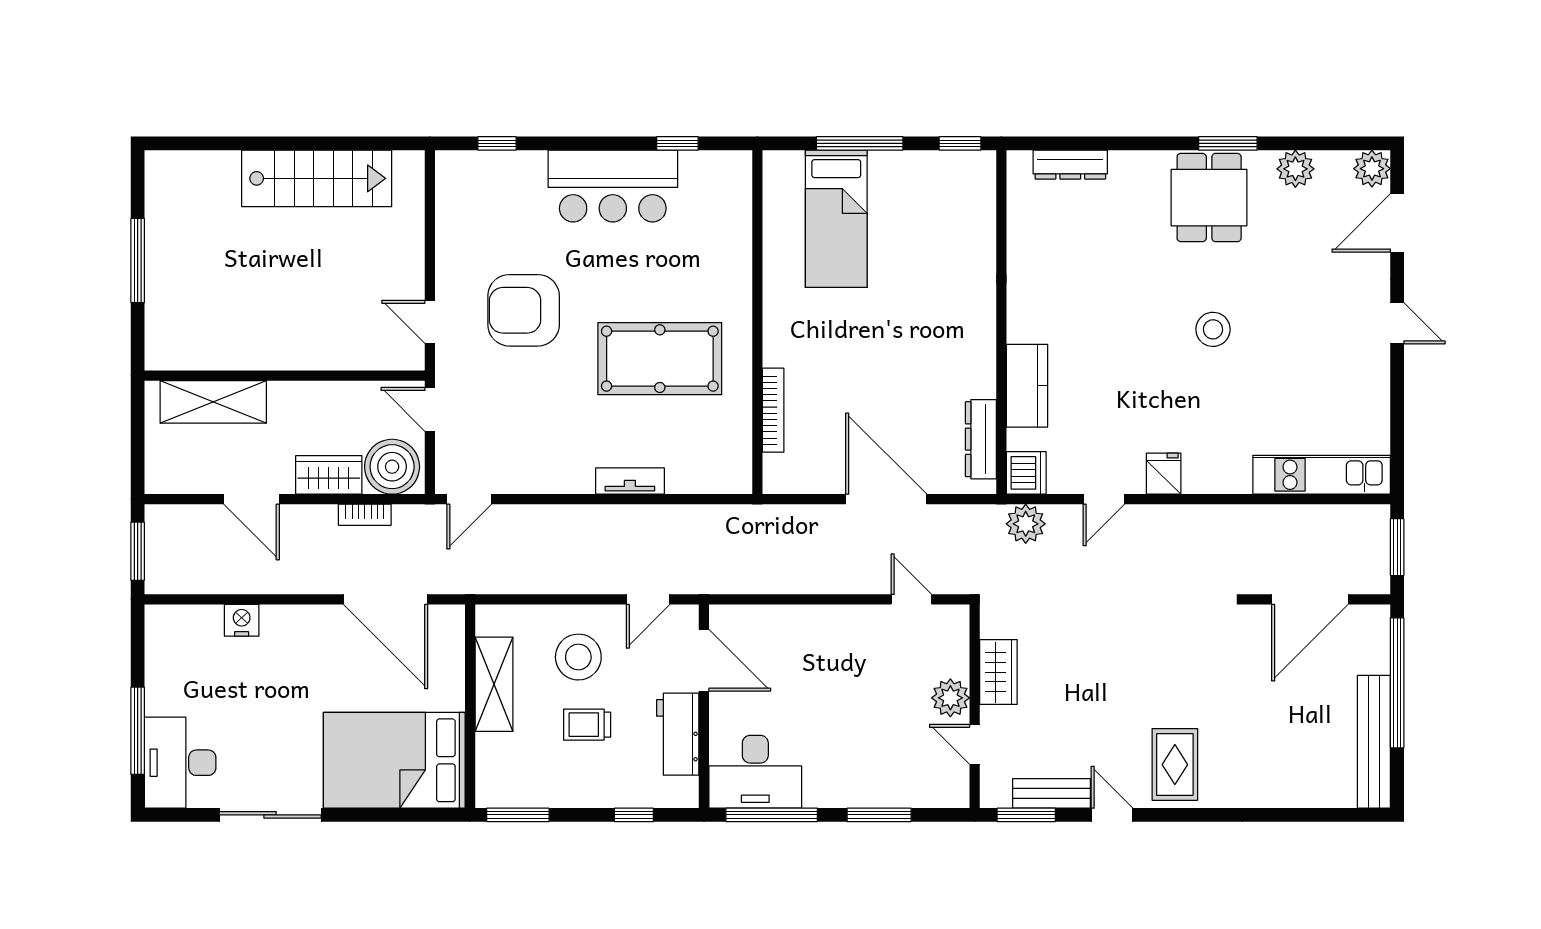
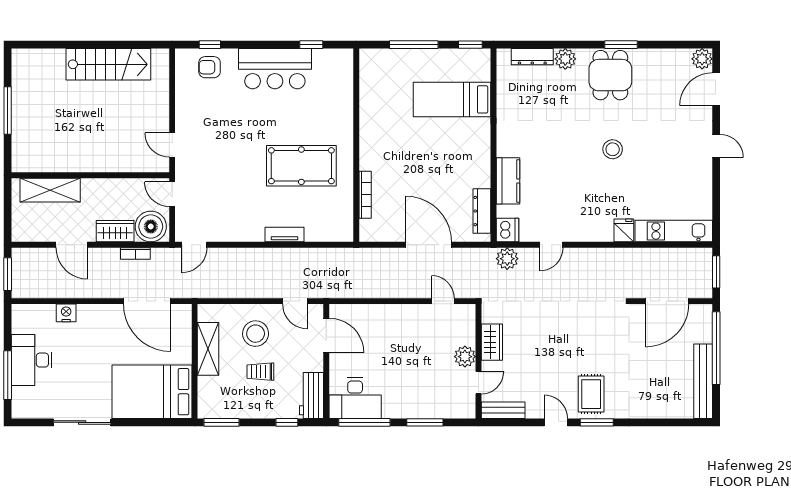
plant: (1295, 169) -> (565, 59), moved
bed: (836, 219) -> (452, 99), moved, turned 90
armchair: (524, 310) -> (210, 67), moved, width x0.53, depth x0.53
fridge: (1164, 474) -> (624, 230), moved
door: (648, 599) -> (295, 301), hinge flipped
workbench: (678, 734) -> (311, 396), moved
door: (975, 744) -> (478, 383), swing flipped
desk: (180, 763) -> (32, 360), moved
bench: (1051, 793) -> (503, 410), moved
window: (1026, 815) -> (597, 422), moved

